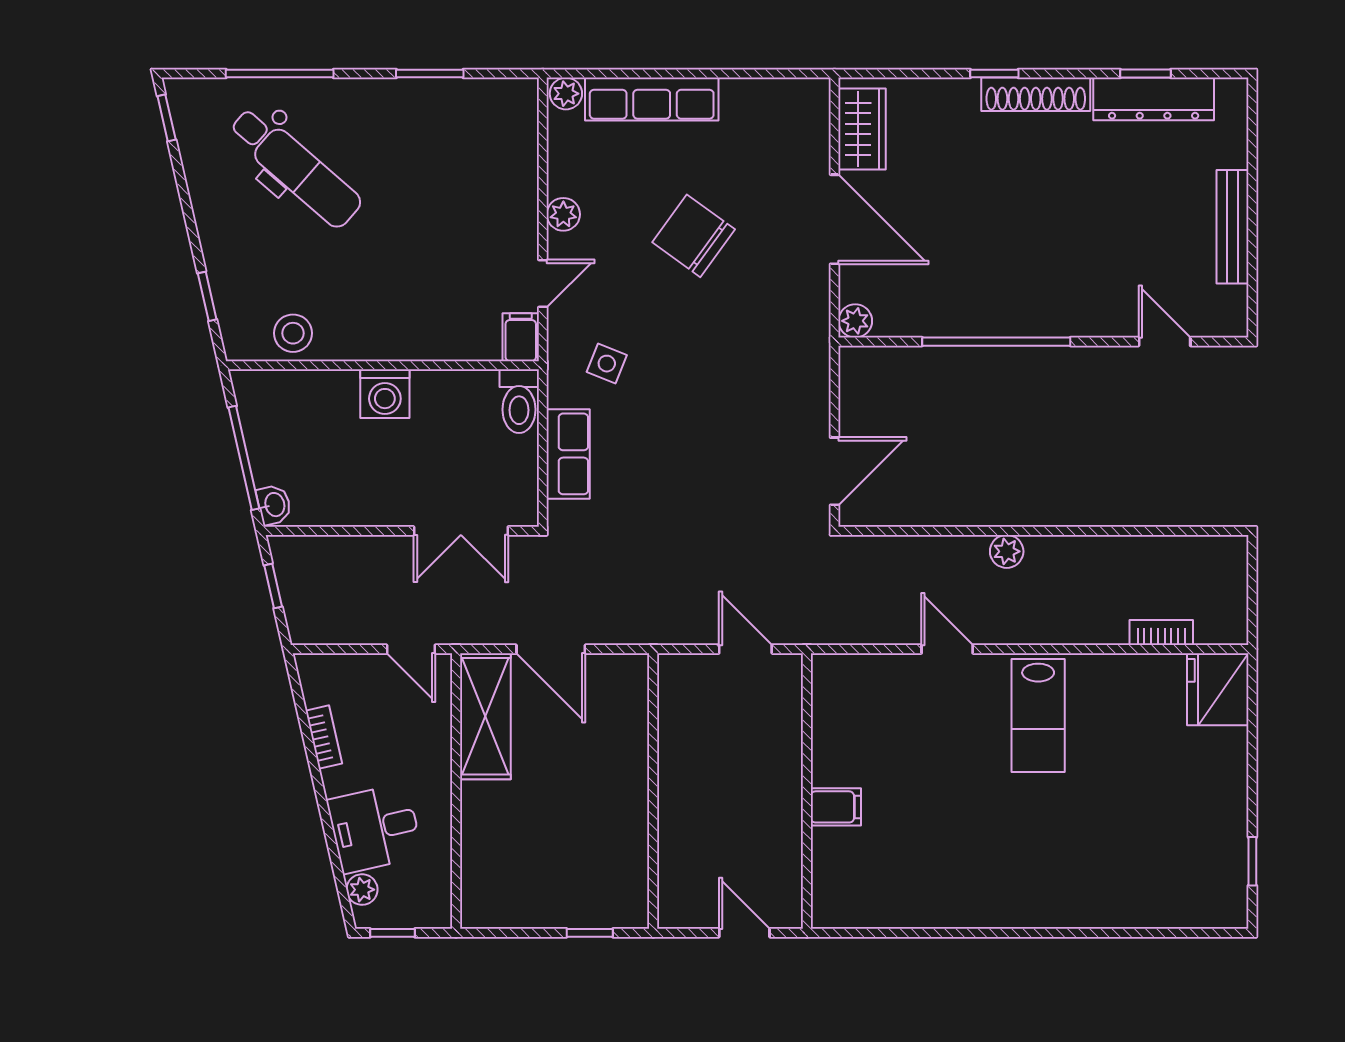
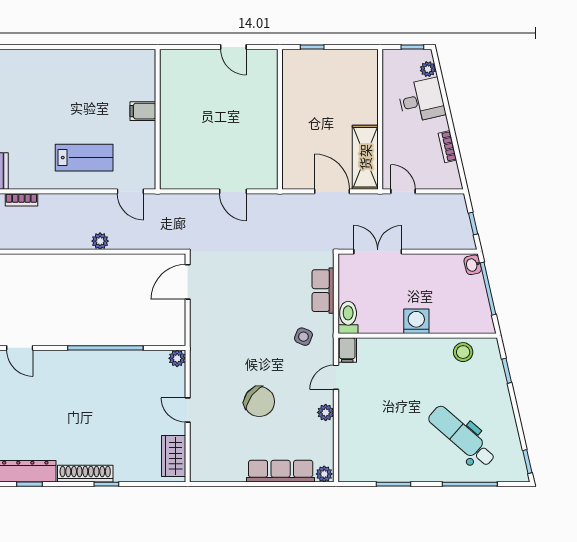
door: (834, 219) -> (188, 410), width x0.53
lab bench: (1038, 716) -> (84, 158), turned 90
wall: (807, 791) -> (158, 119), moved
filing cabinet: (836, 807) -> (143, 111), moved

